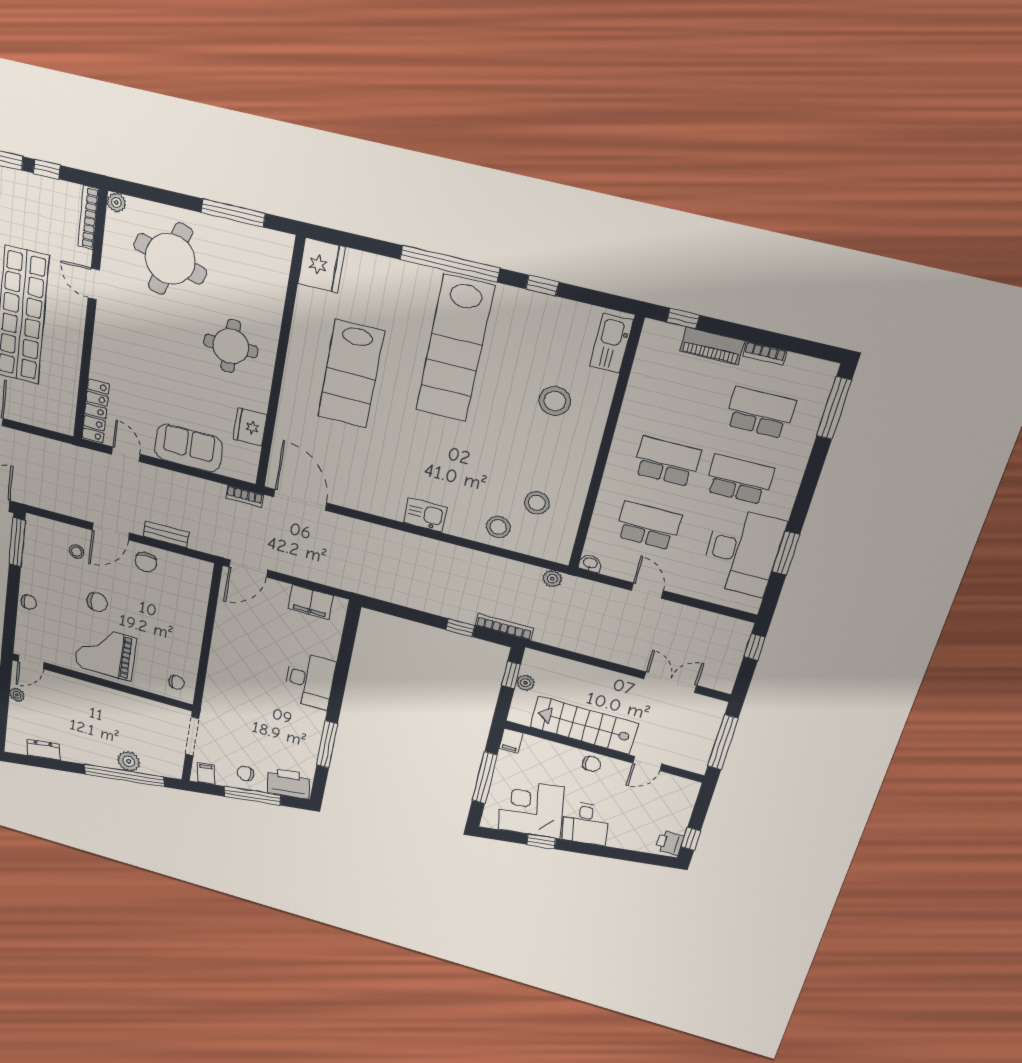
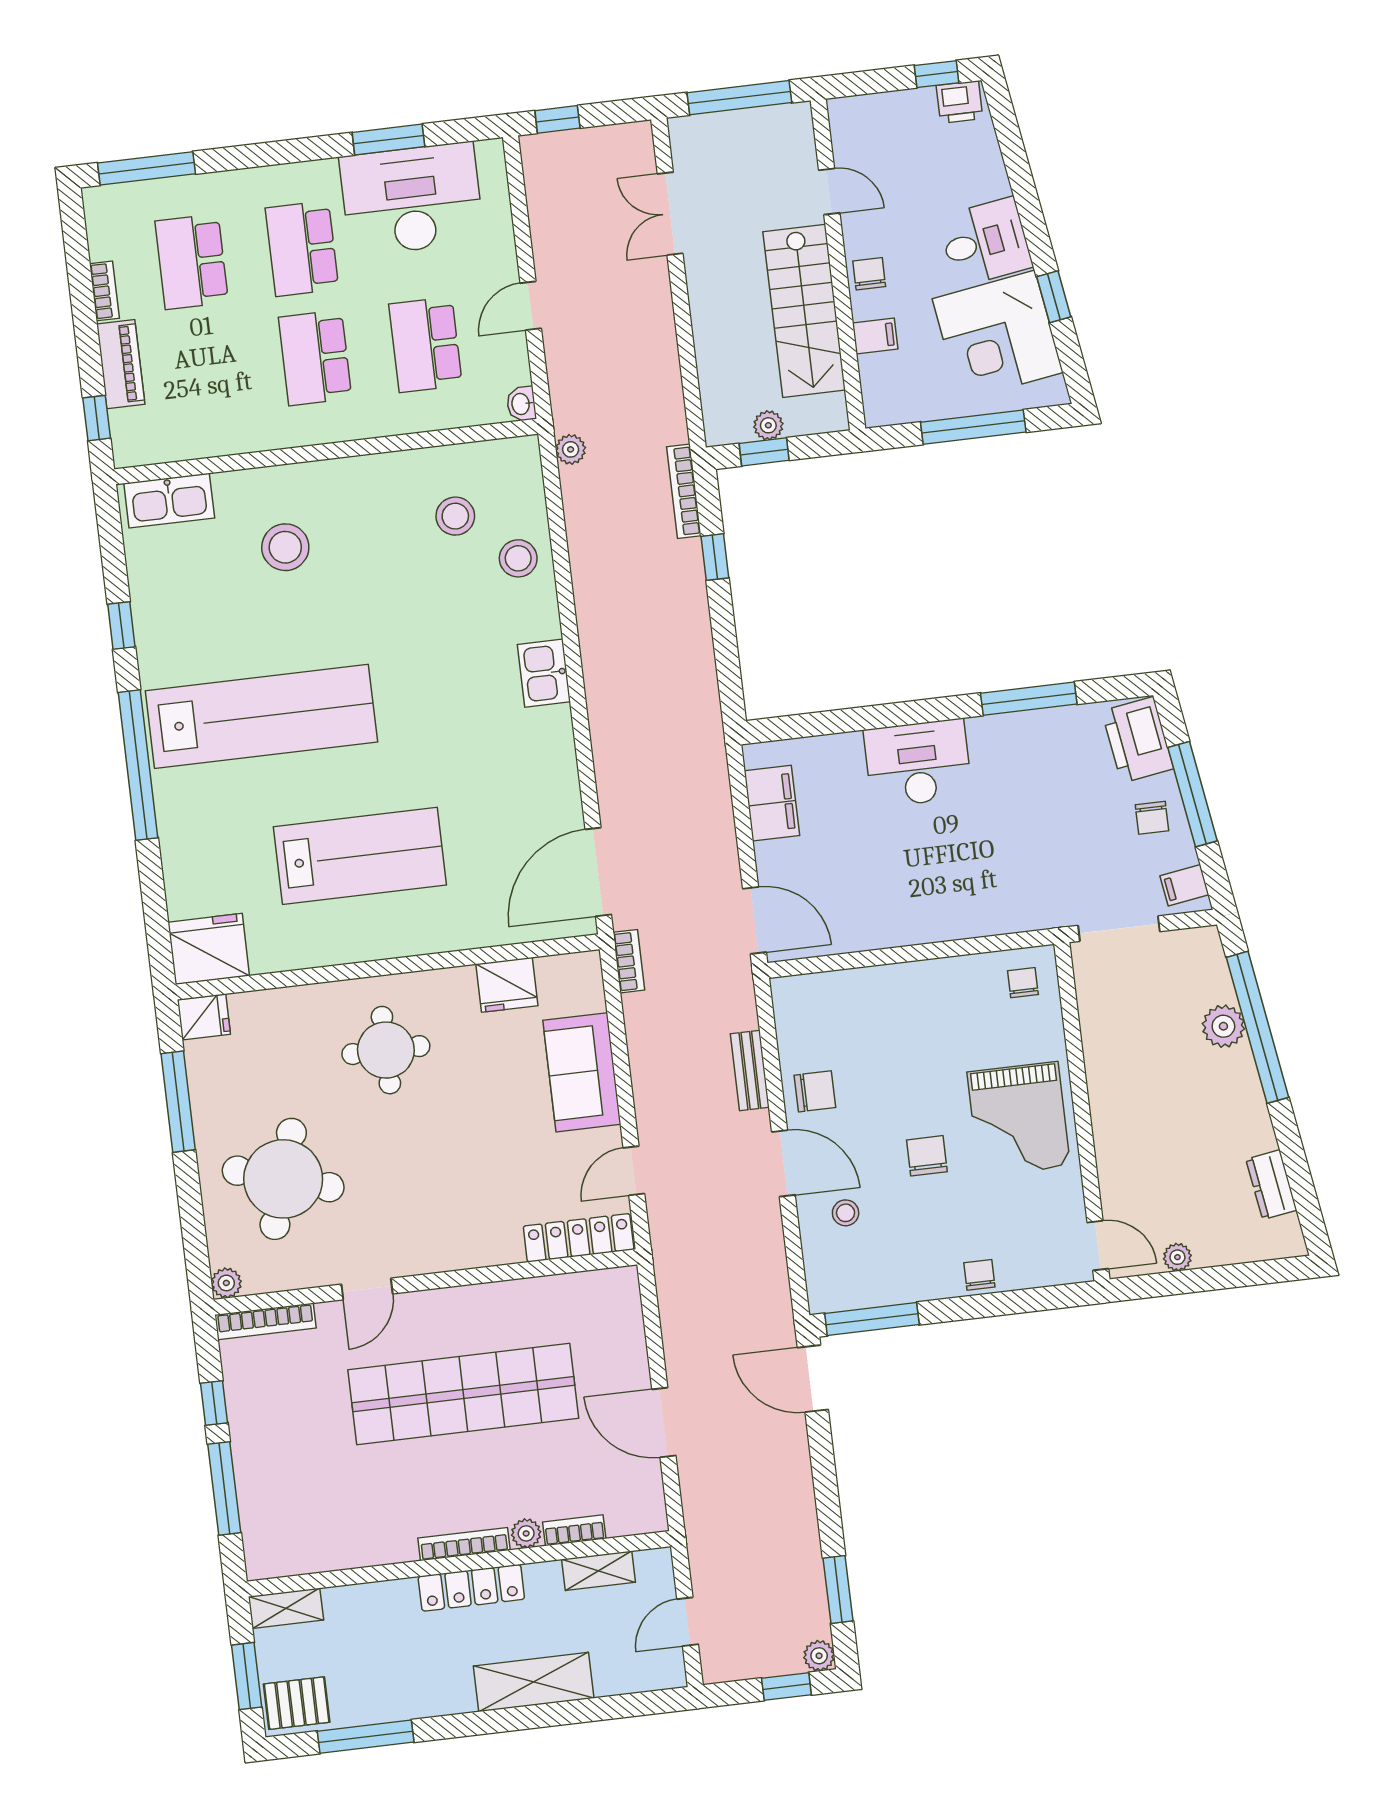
fridge: (281, 247) -> (204, 1017), added
filing cabinet: (511, 741) -> (875, 336), moved

